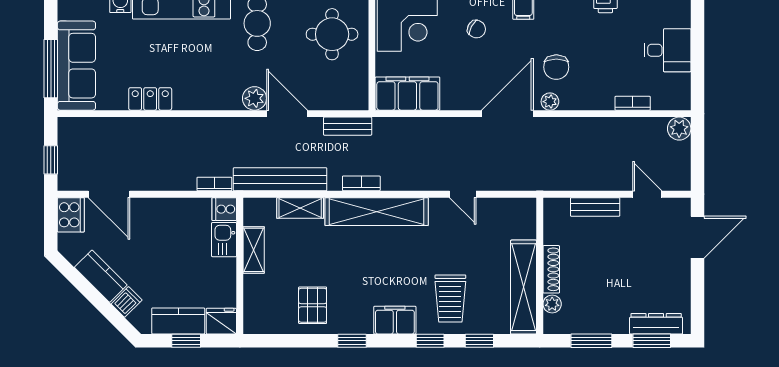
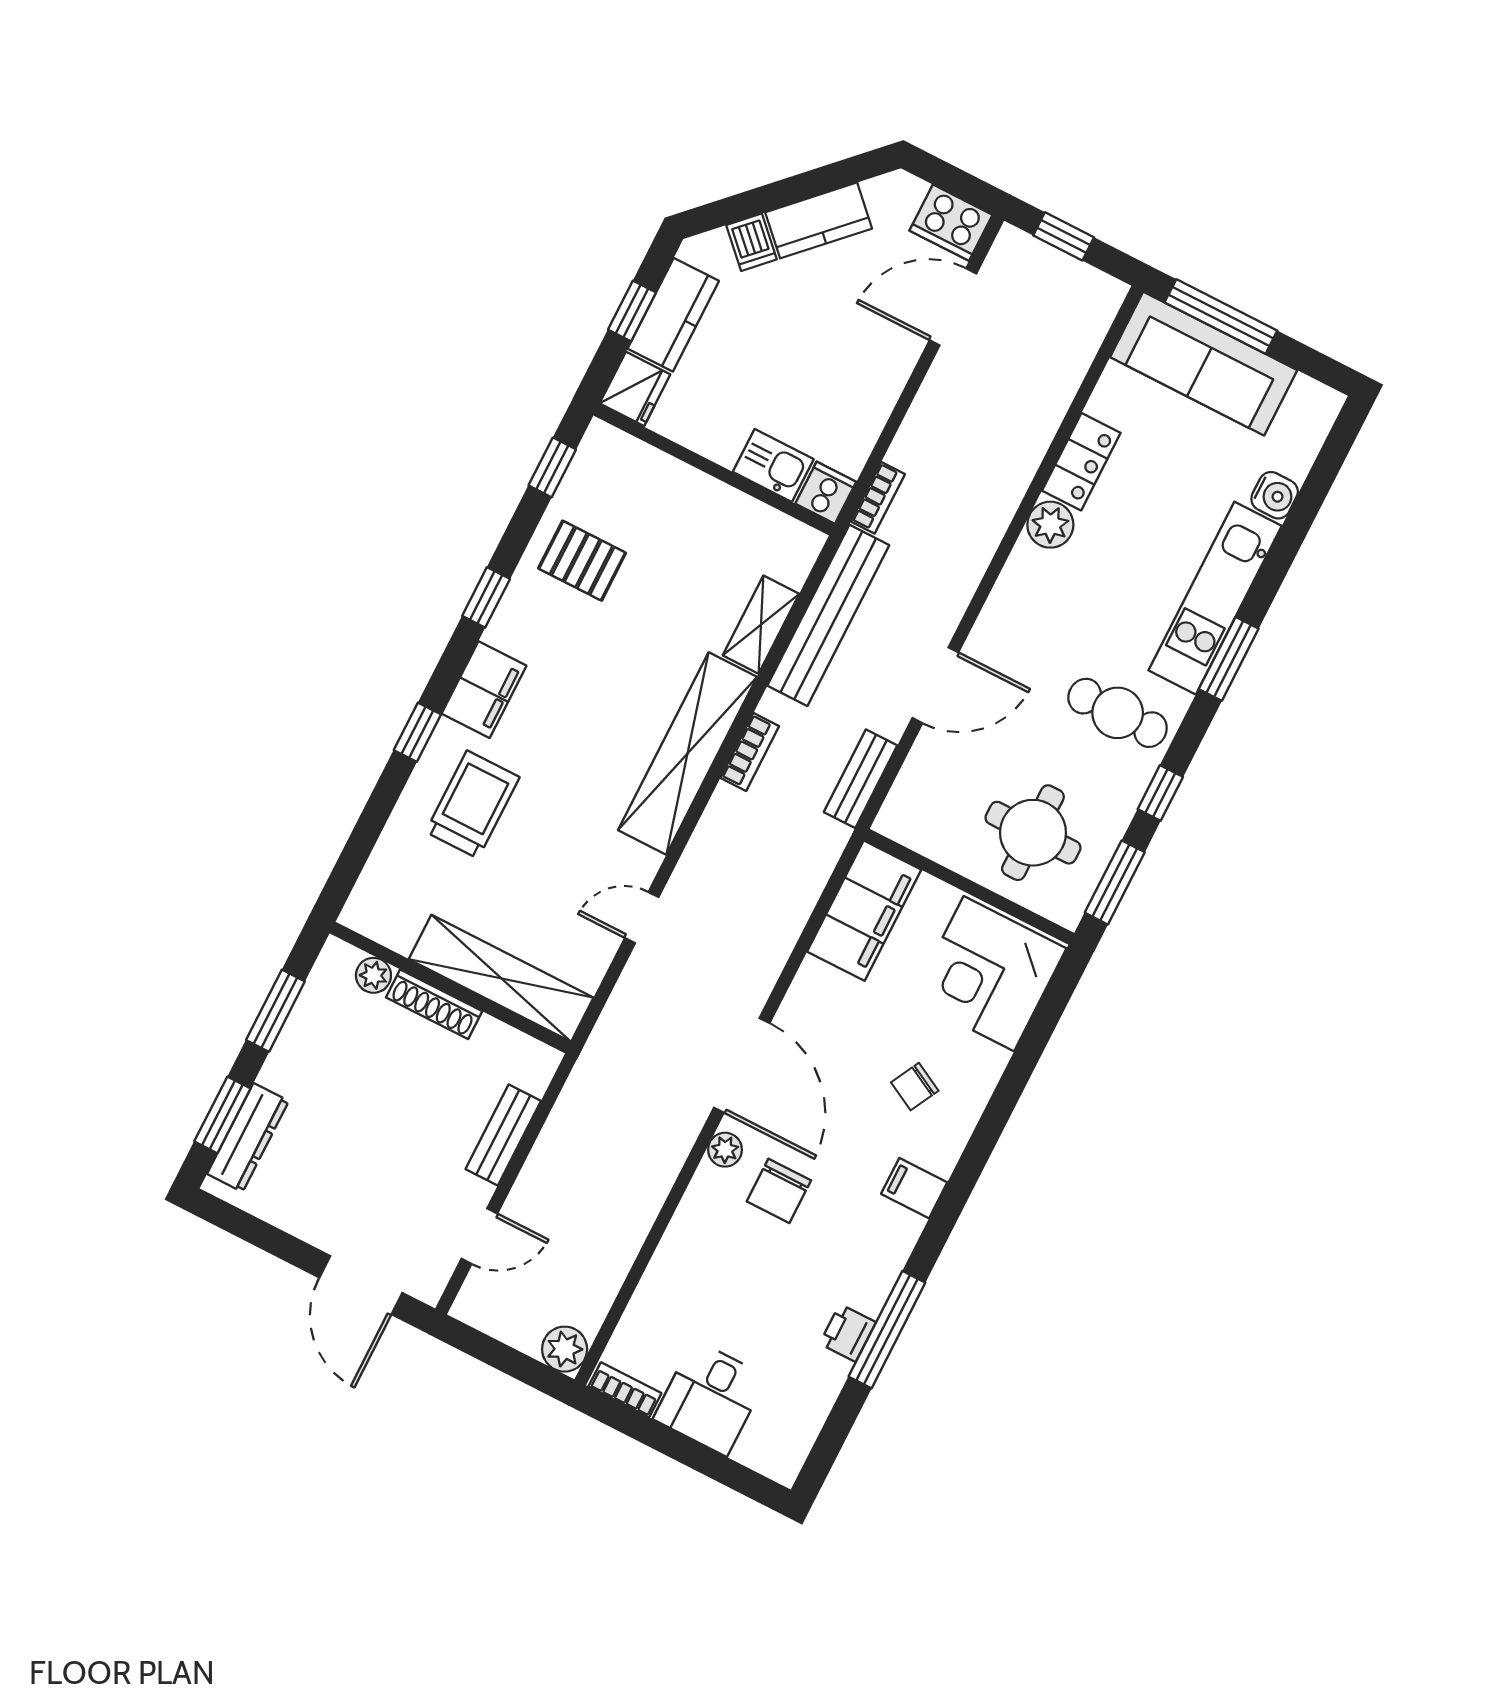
chair: (556, 67) -> (779, 1191), turned -90
plant: (254, 98) -> (1050, 525), moved
bookcase: (633, 103) -> (625, 1390), moved, turned -90
shelving: (254, 250) -> (729, 508), removed
shelving: (524, 287) -> (501, 978), moved
trolley: (450, 298) -> (473, 805), turned 90
window: (479, 341) -> (552, 467), moved

